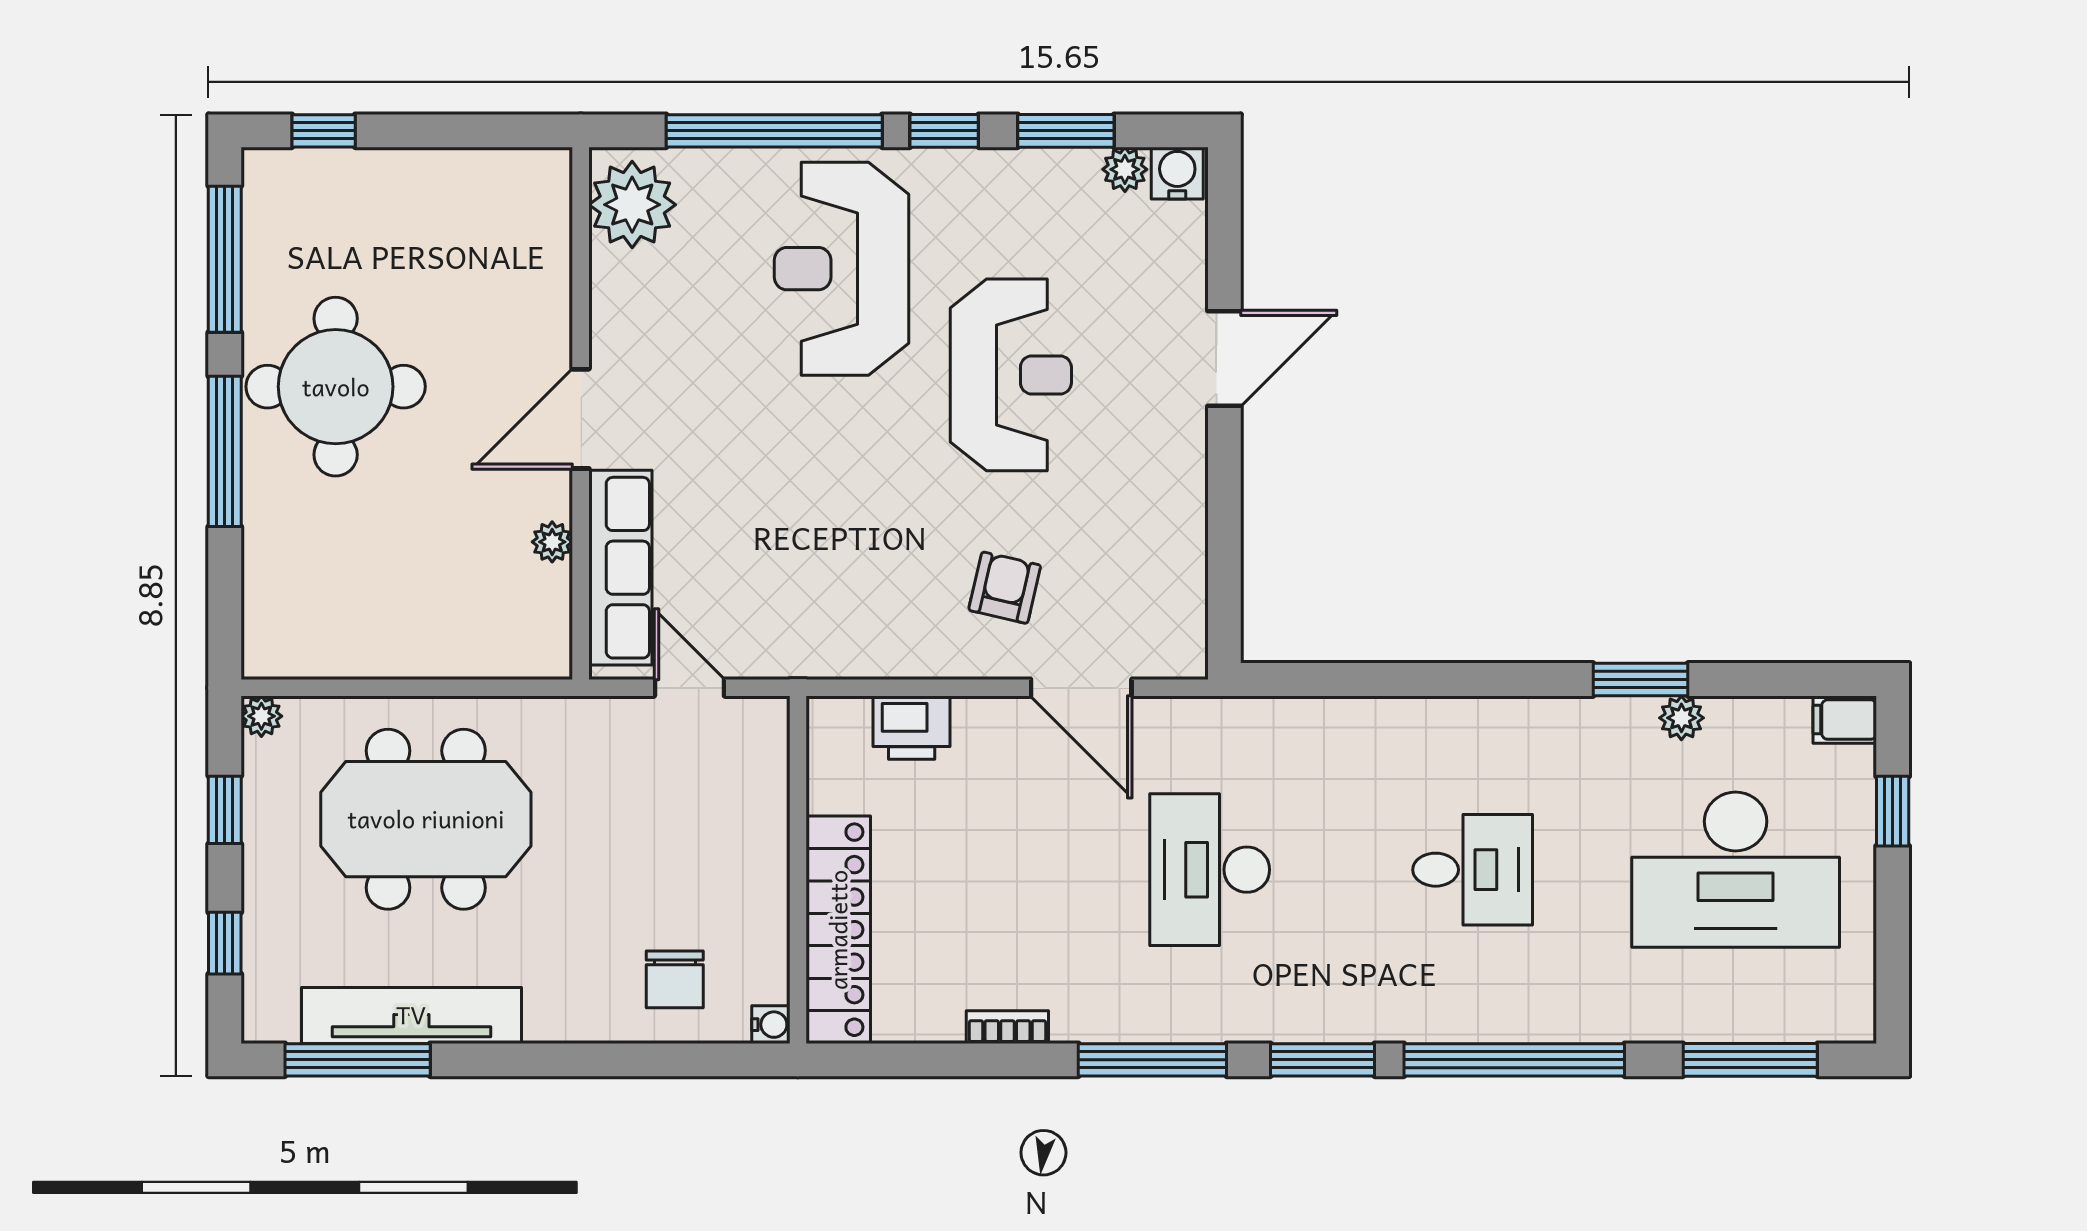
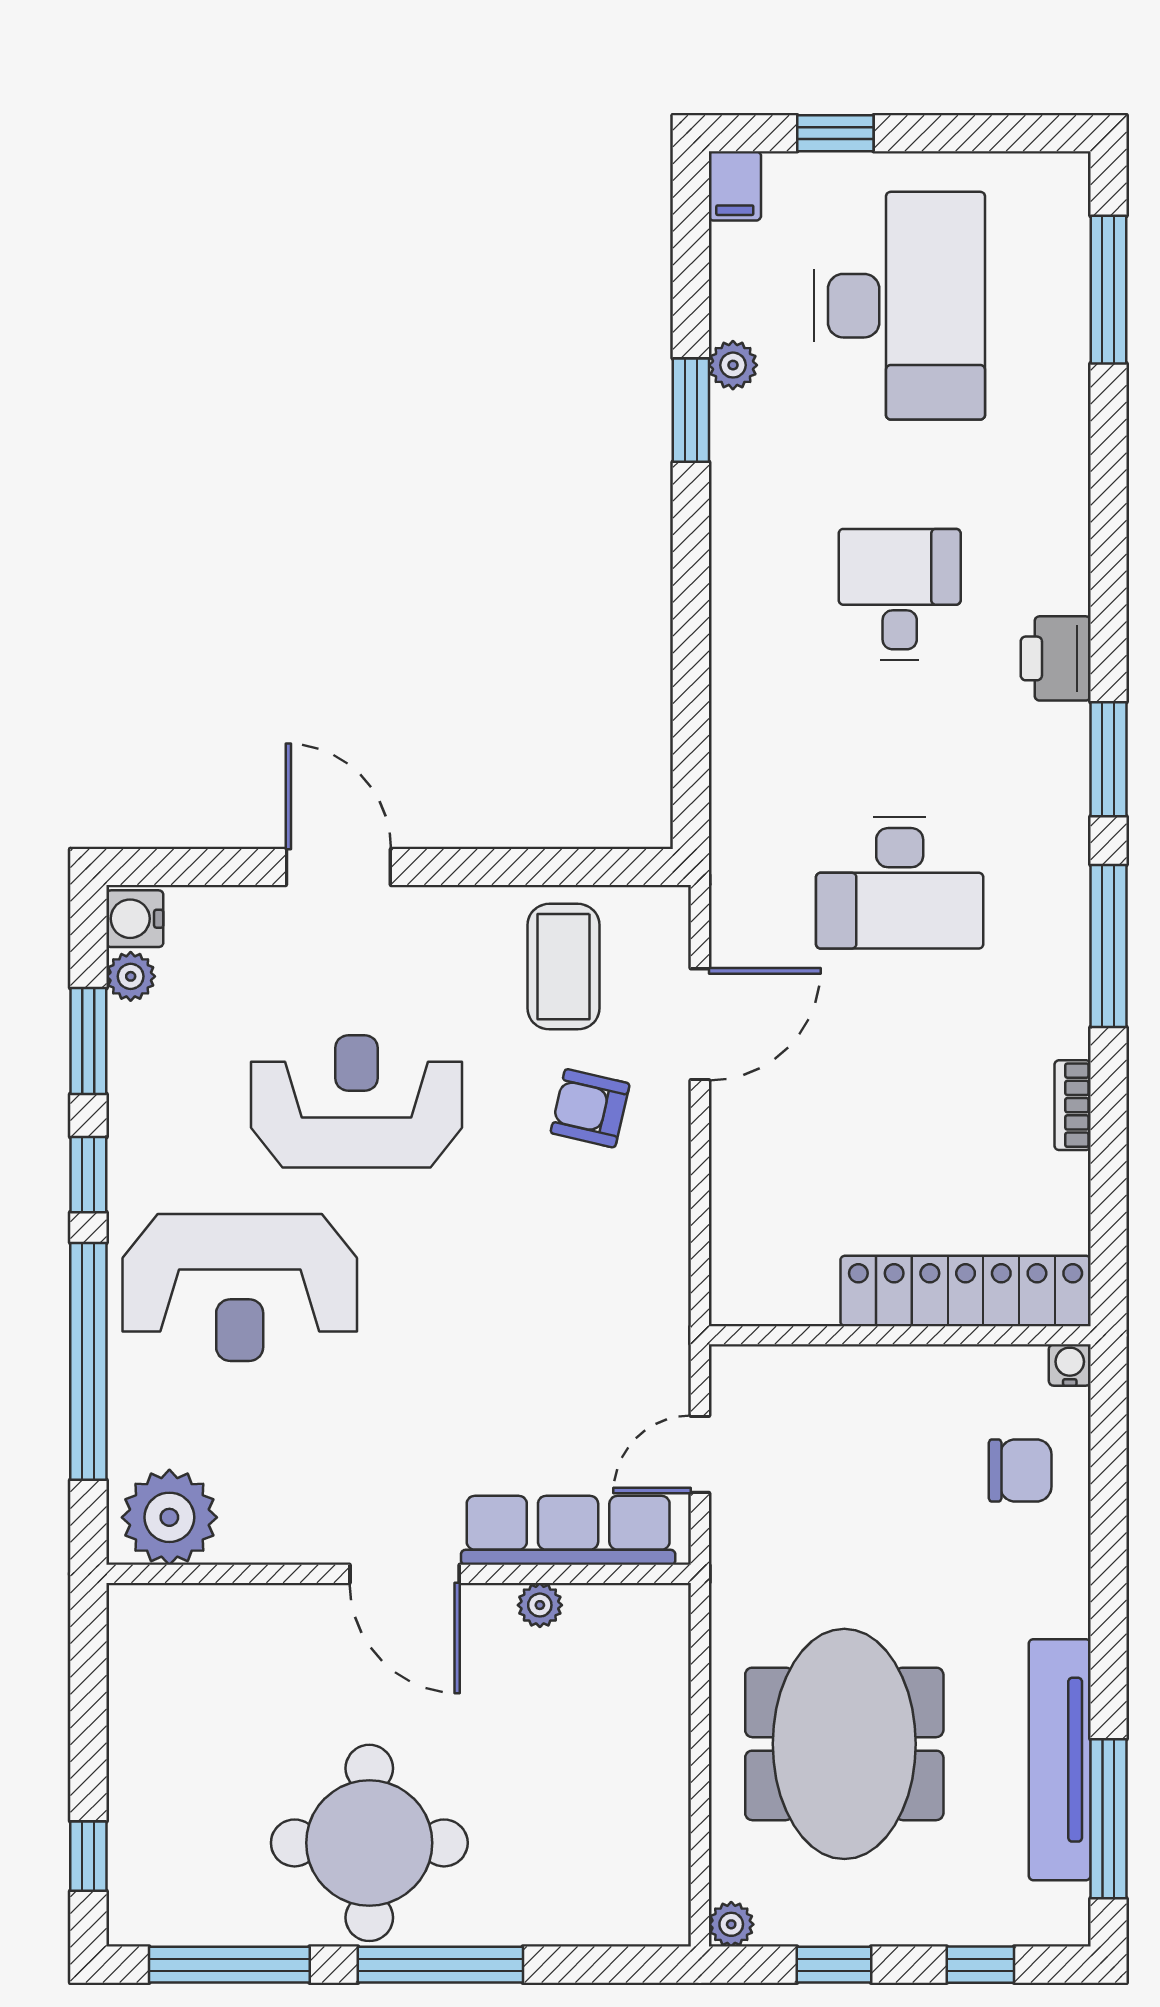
coffee table: (1134, 564) -> (563, 967), added
printer: (912, 728) -> (1056, 658), moved, turned 180
window: (1514, 1060) -> (1108, 549), removed

